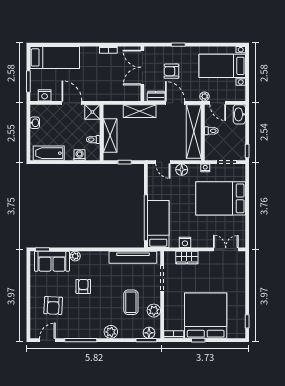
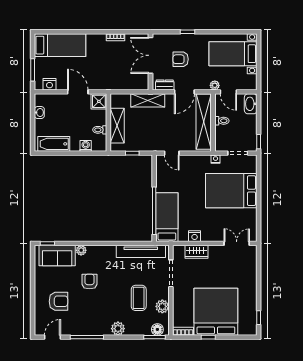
door: (175, 103) -> (184, 92), swing flipped
floor lamp: (182, 170) -> (191, 161), removed
armchair: (53, 306) -> (58, 301), turned -93

